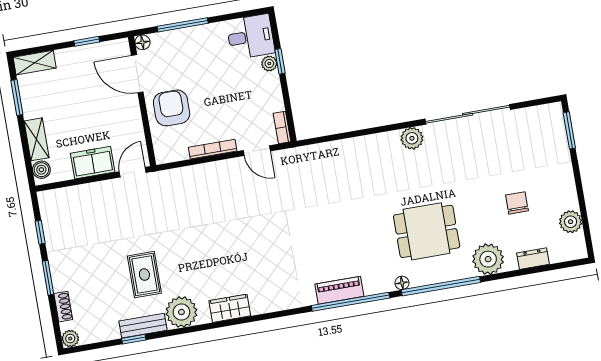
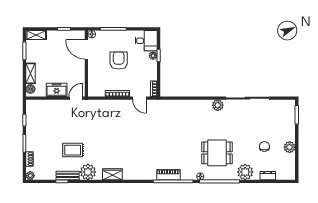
armchair: (172, 108) -> (119, 60), moved
plant: (571, 222) -> (290, 147), moved
rug: (144, 275) -> (73, 150), turned 90

